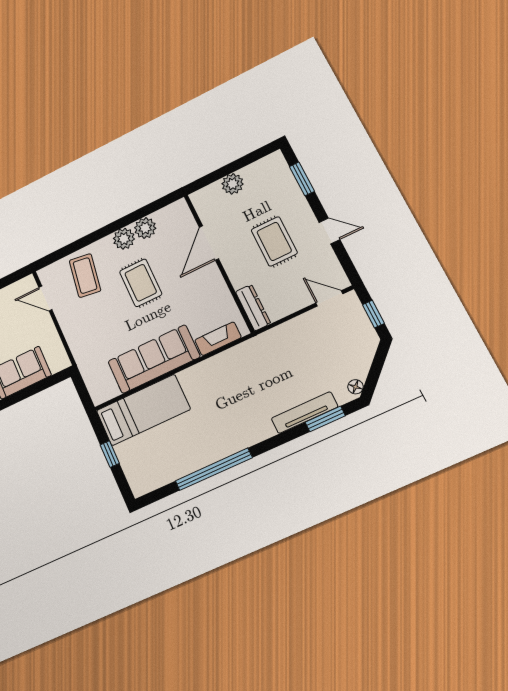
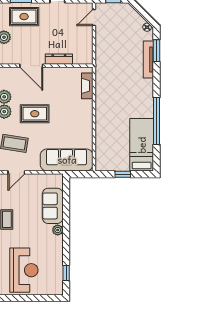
rug: (274, 241) -> (24, 17), moved
dresser: (253, 308) -> (59, 59), moved
sofa: (154, 359) -> (67, 160), moved, turned 90
bed: (143, 410) -> (142, 145), moved

